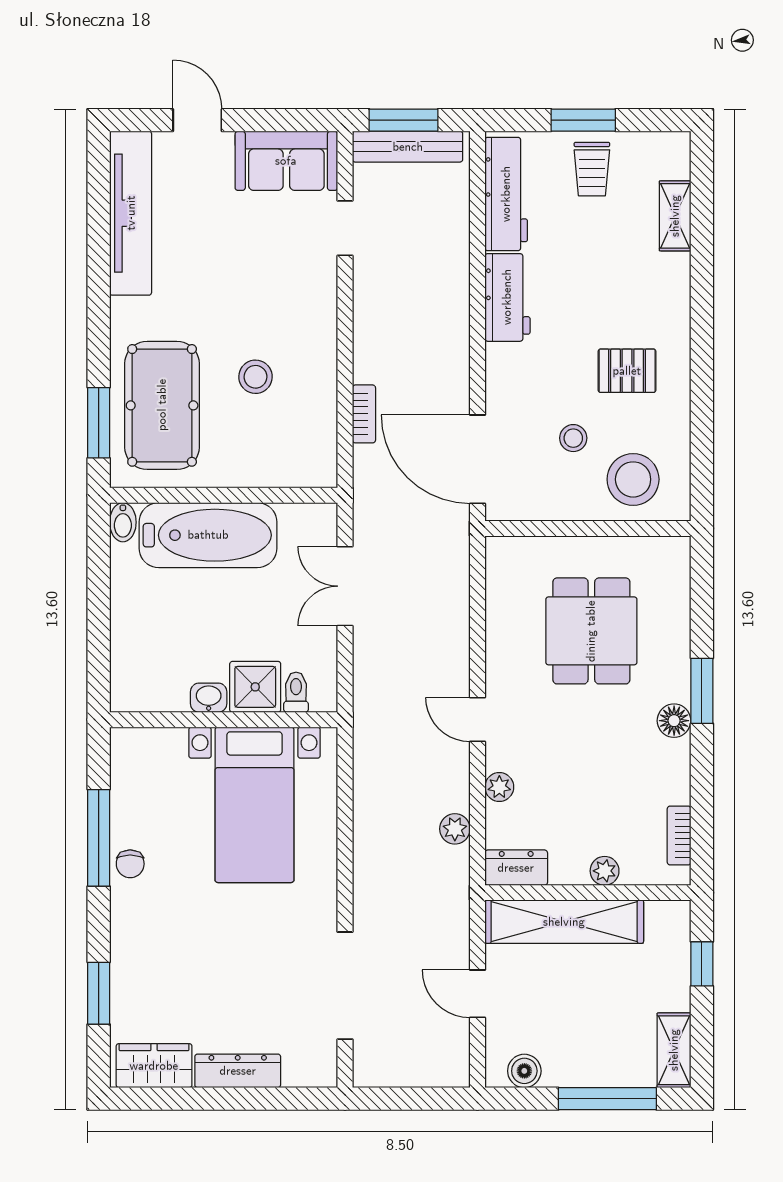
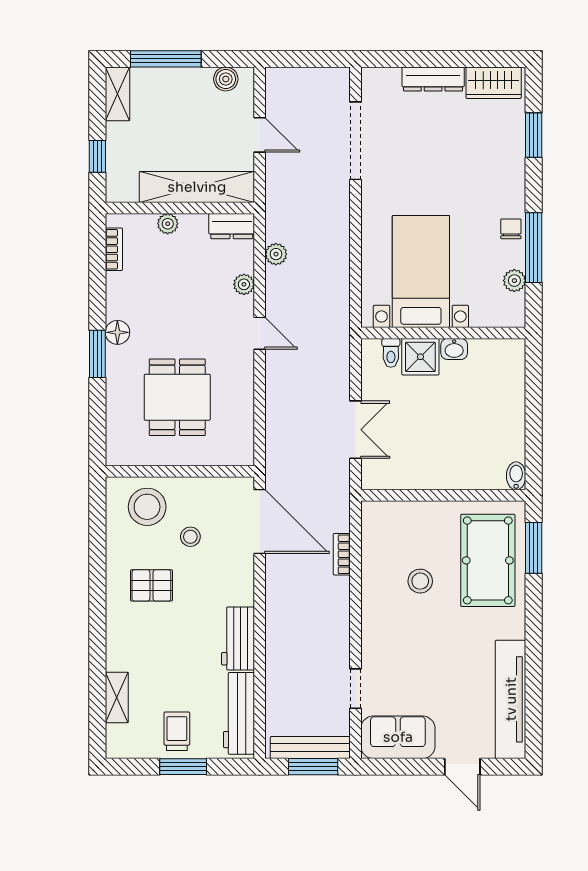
bathtub: (208, 535) -> (455, 467), removed
plant: (125, 792) -> (514, 281), added

